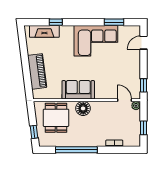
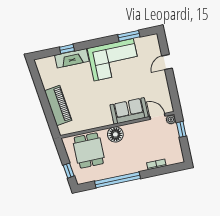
fireplace: (44, 31) -> (72, 58), moved
door: (143, 43) -> (167, 62), moved
window: (143, 85) -> (174, 96), removed
sofa: (78, 90) -> (129, 111), moved
window: (143, 128) -> (181, 129), moved

